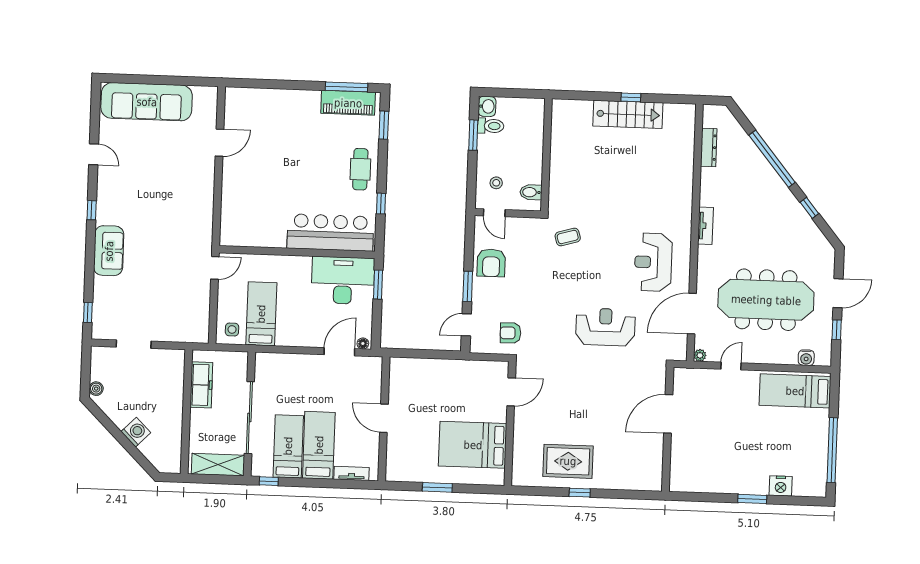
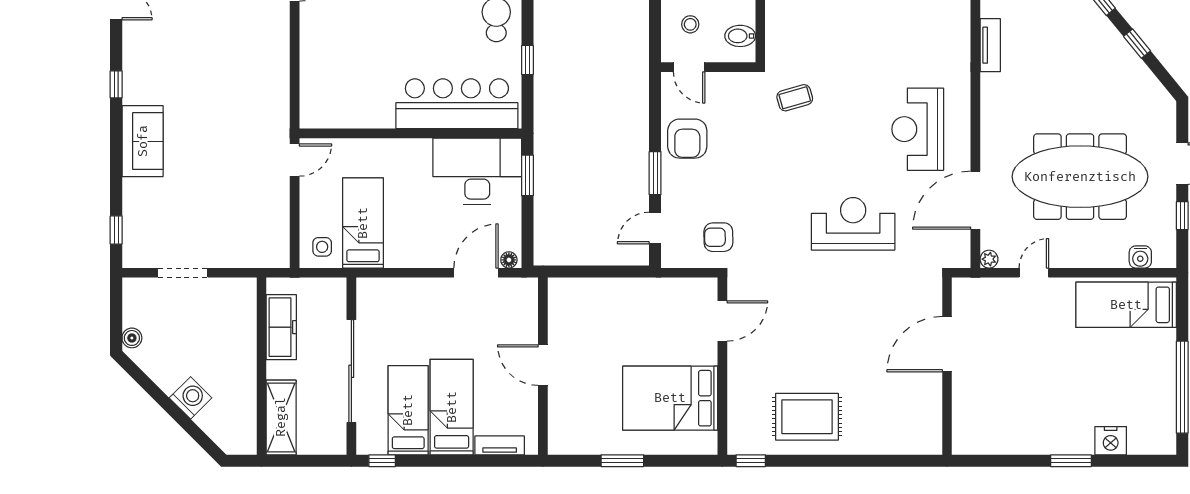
tv unit: (706, 226) -> (990, 45), moved
shelving: (218, 465) -> (281, 417), moved, turned 90
window: (580, 493) -> (751, 461), moved

